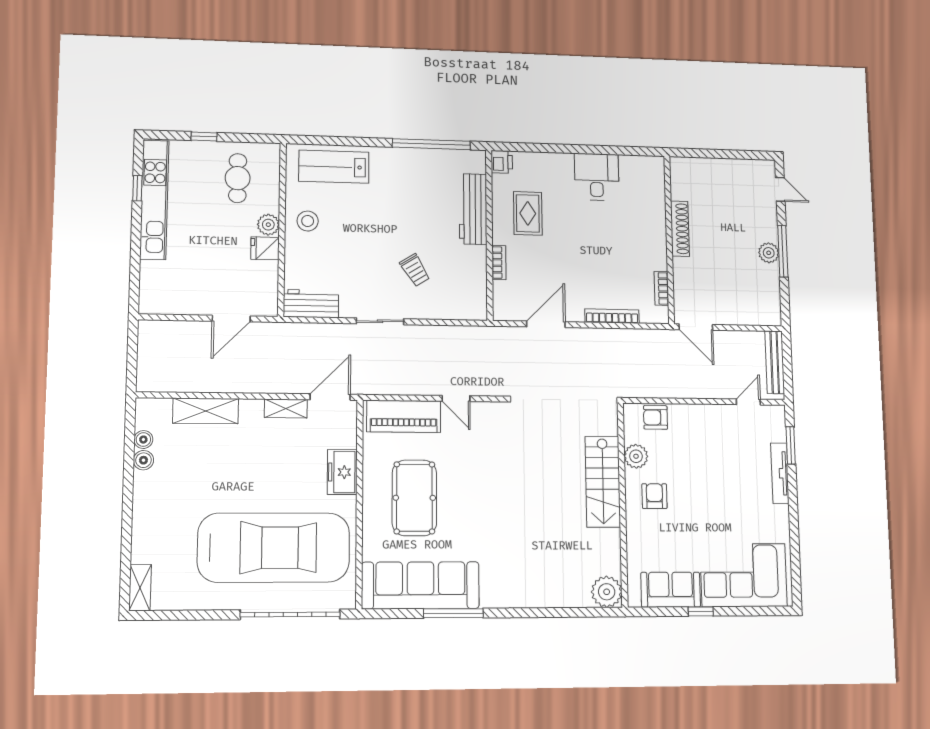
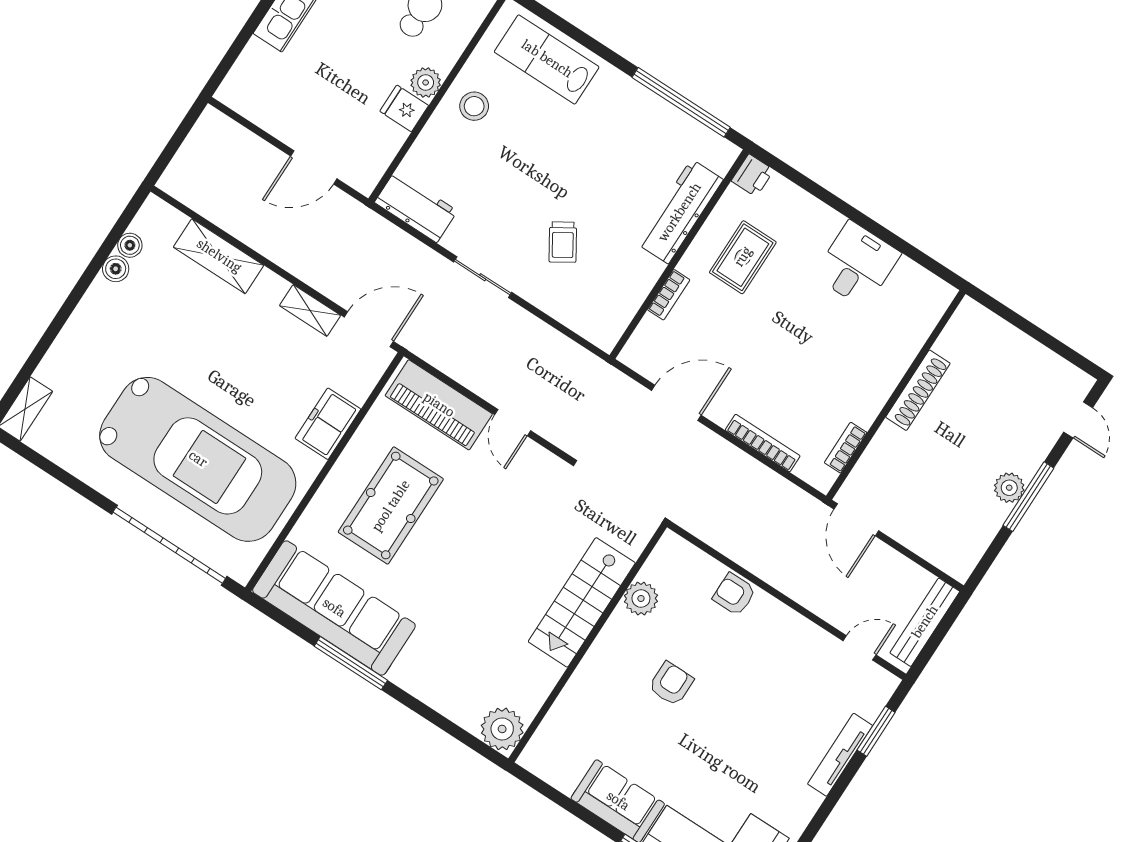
plant: (636, 456) -> (641, 599), moved
stairs: (603, 482) -> (582, 602), moved
wall: (623, 504) -> (588, 643), moved
plant: (607, 592) -> (502, 729), moved

